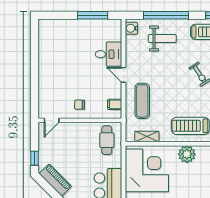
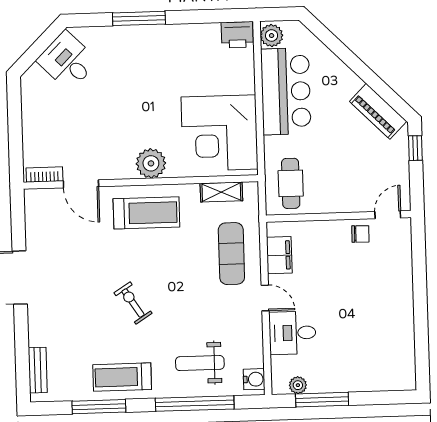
plant: (106, 24) -> (298, 385), added
filing cabinet: (115, 104) -> (279, 255), width x2.00
chair: (80, 105) -> (360, 234), moved

